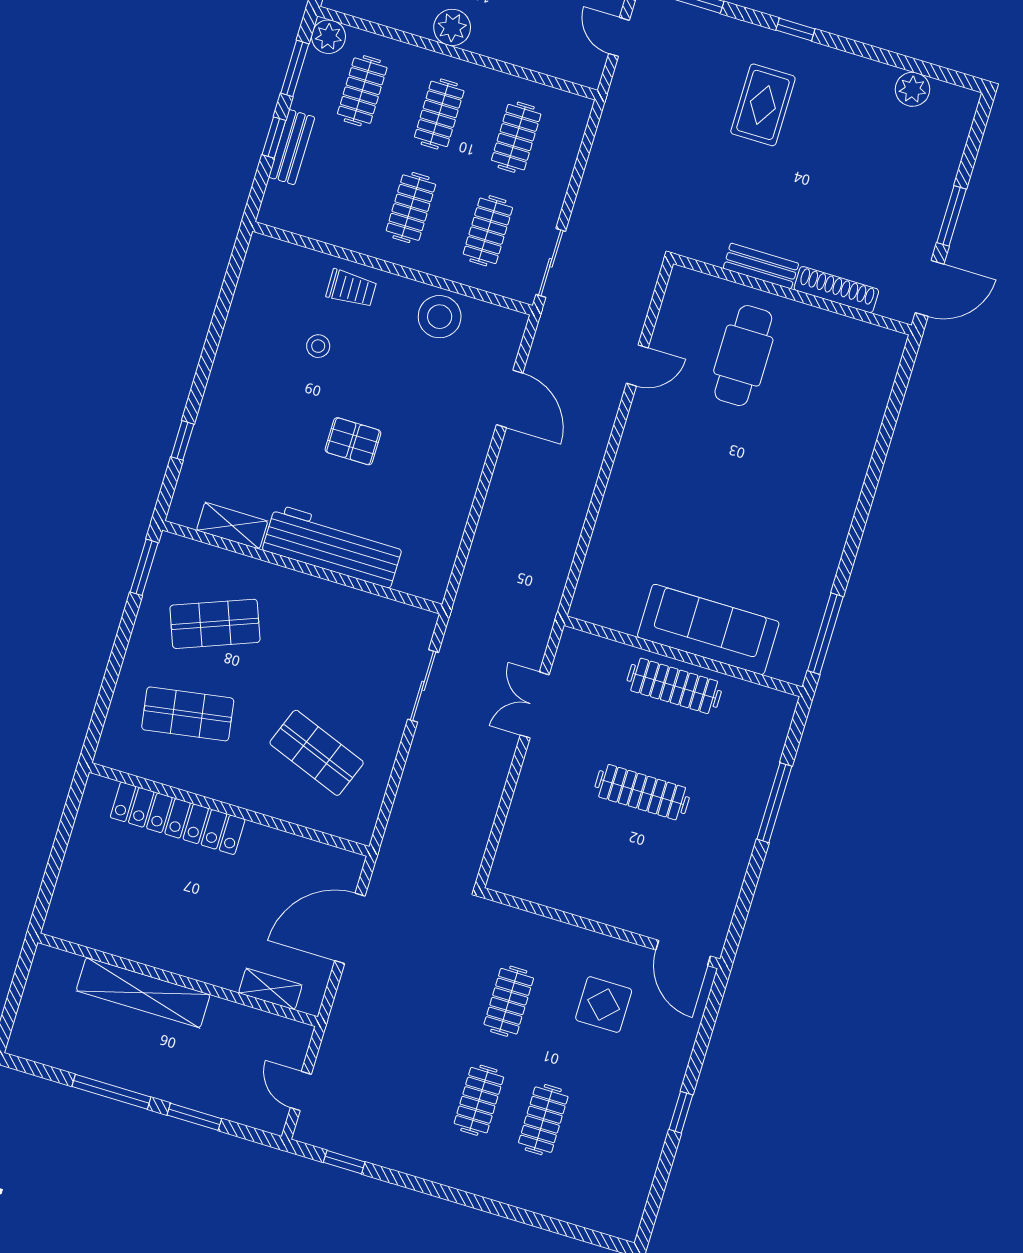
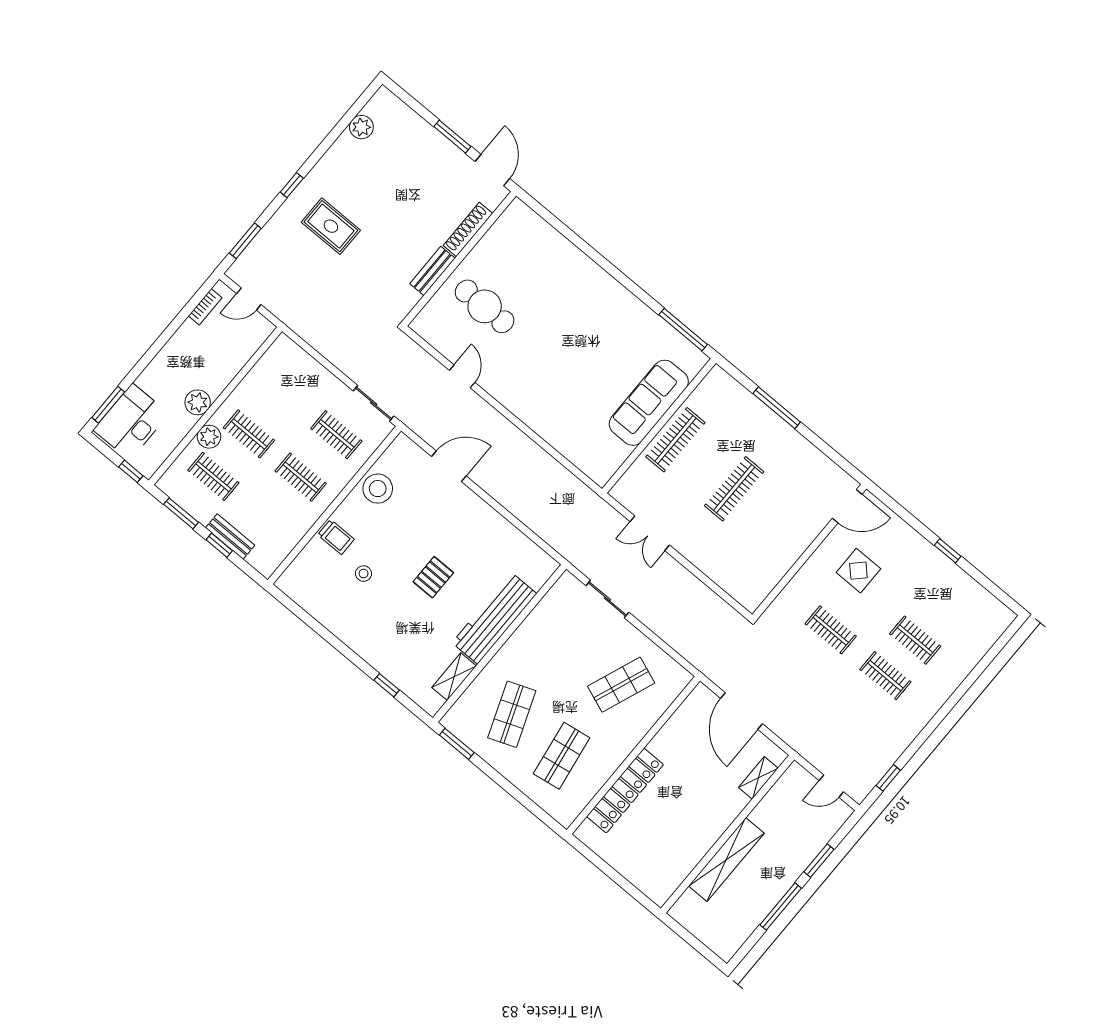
plant: (328, 37) -> (209, 437), moved
clothes rail: (516, 137) -> (285, 391), removed
trolley: (351, 288) -> (336, 537), turned 91

